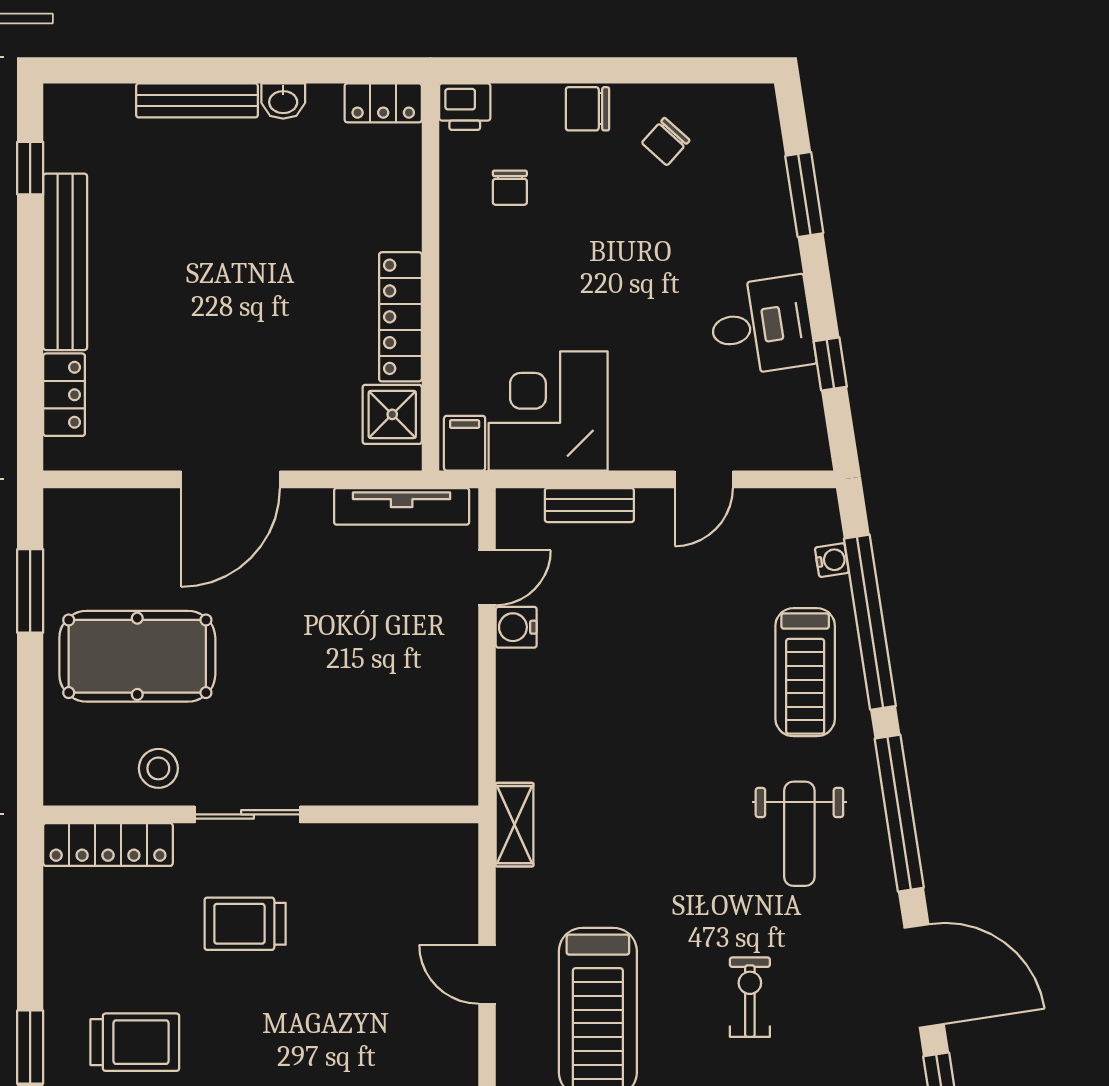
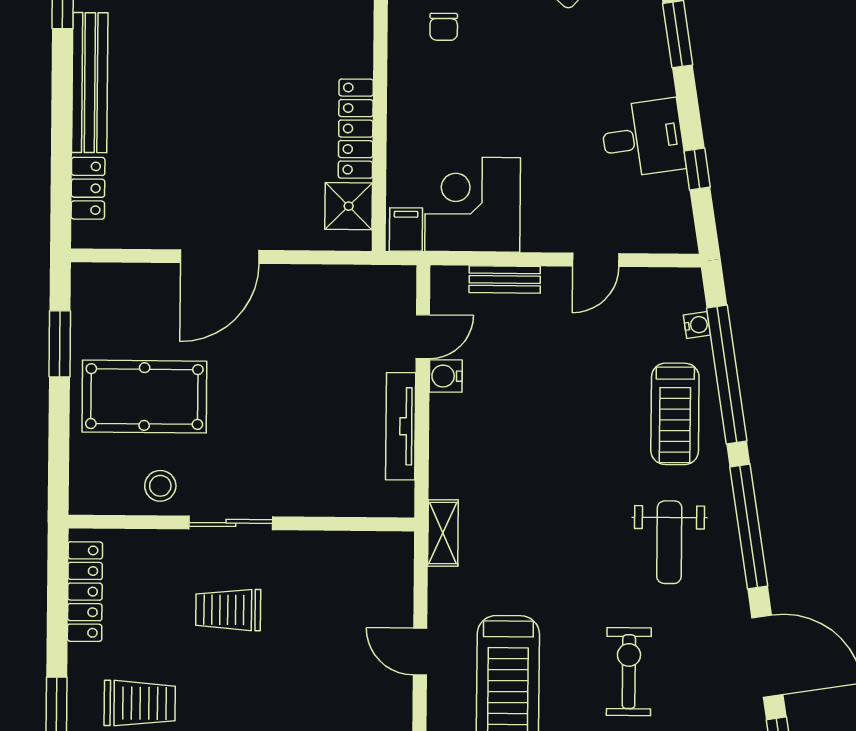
tv unit: (402, 506) -> (401, 426), moved, turned 90
locker: (108, 844) -> (85, 592), moved, turned -90
exercise bike: (750, 997) -> (629, 672), width x1.38, depth x1.39

